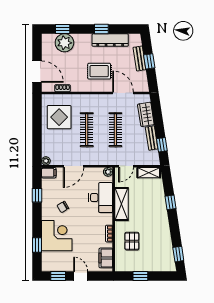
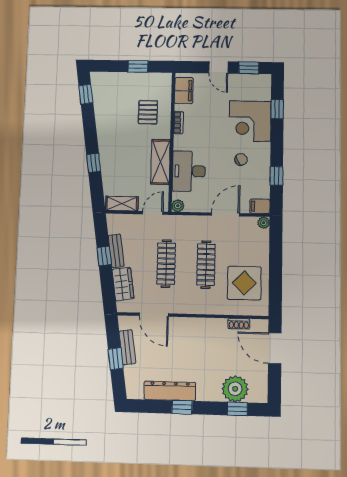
bench: (139, 58) -> (127, 347), moved
rug: (99, 71) -> (187, 347), removed
window: (162, 145) -> (104, 256), moved

